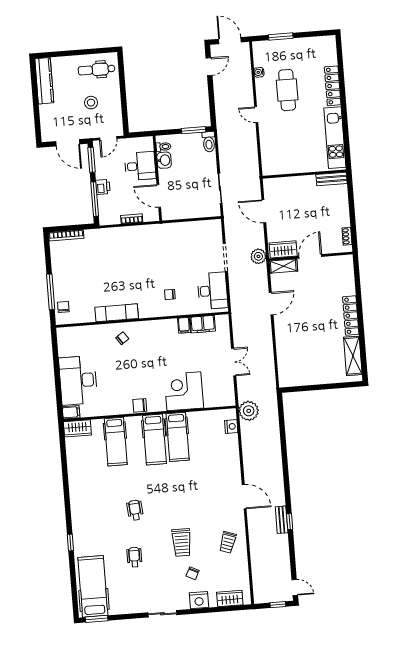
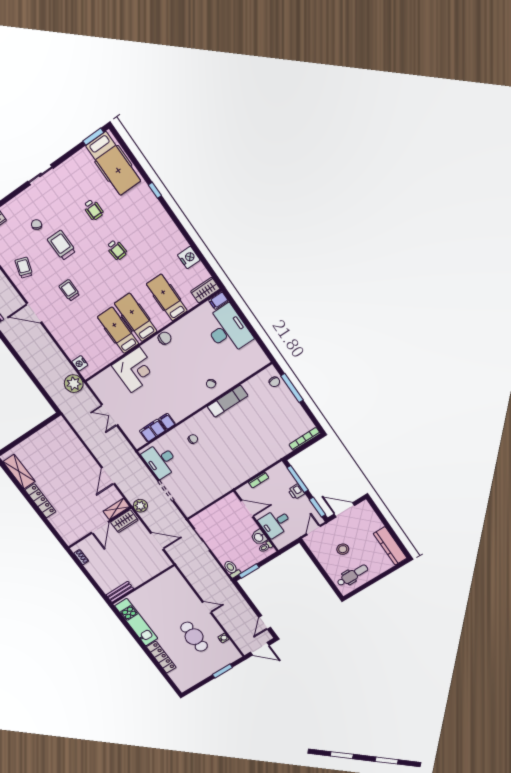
trolley: (200, 499) -> (69, 290), added
nightstand: (199, 600) -> (189, 258), moved, turned 90

